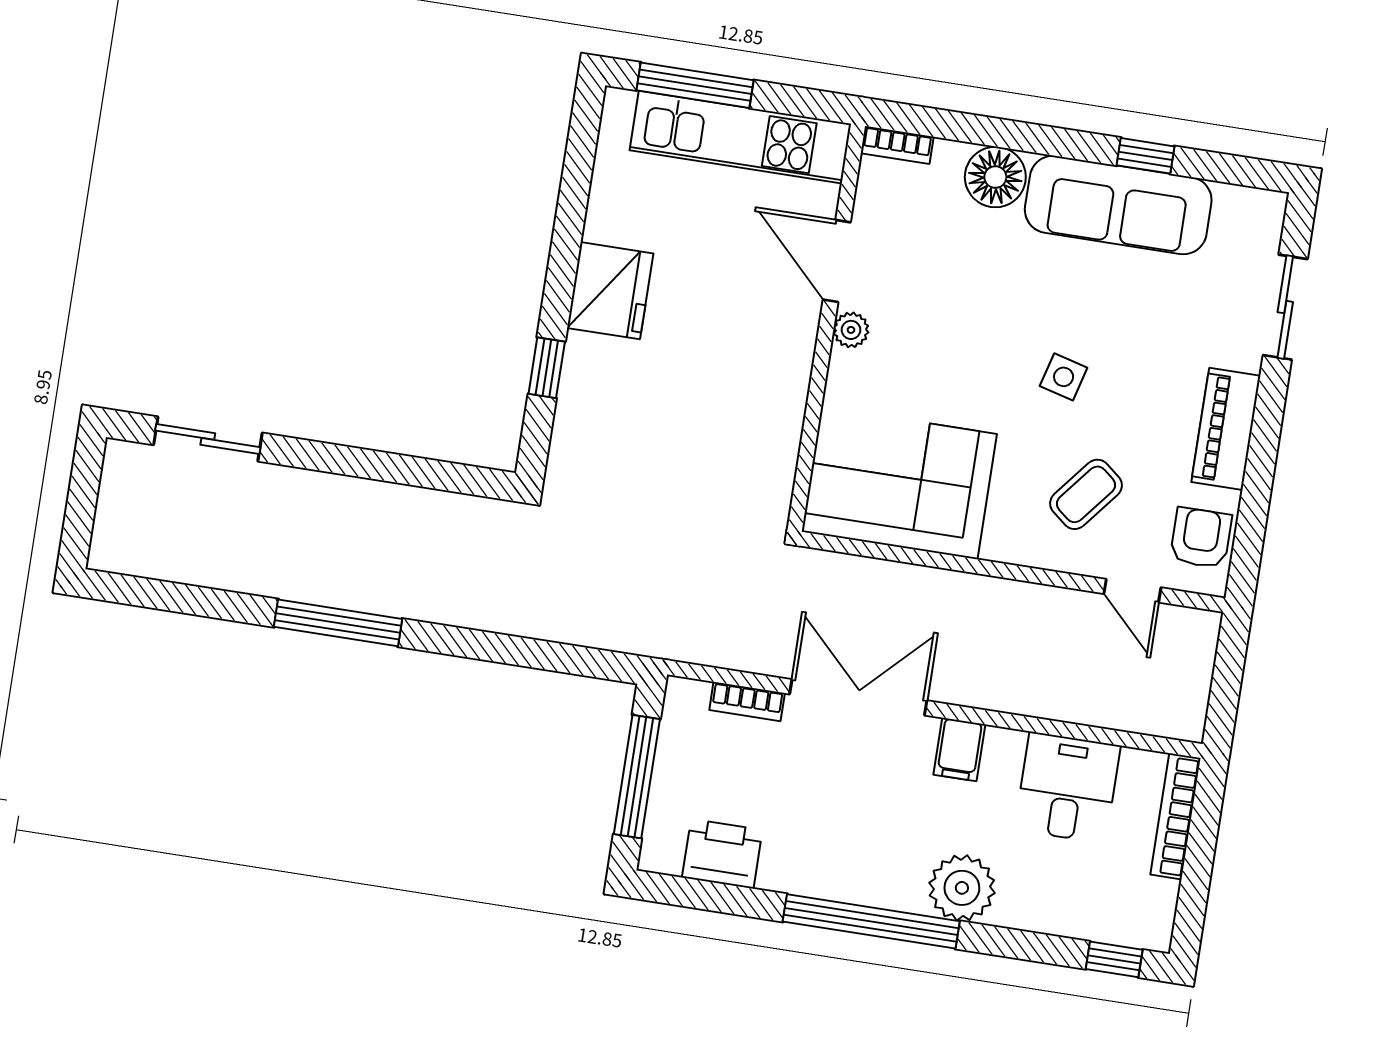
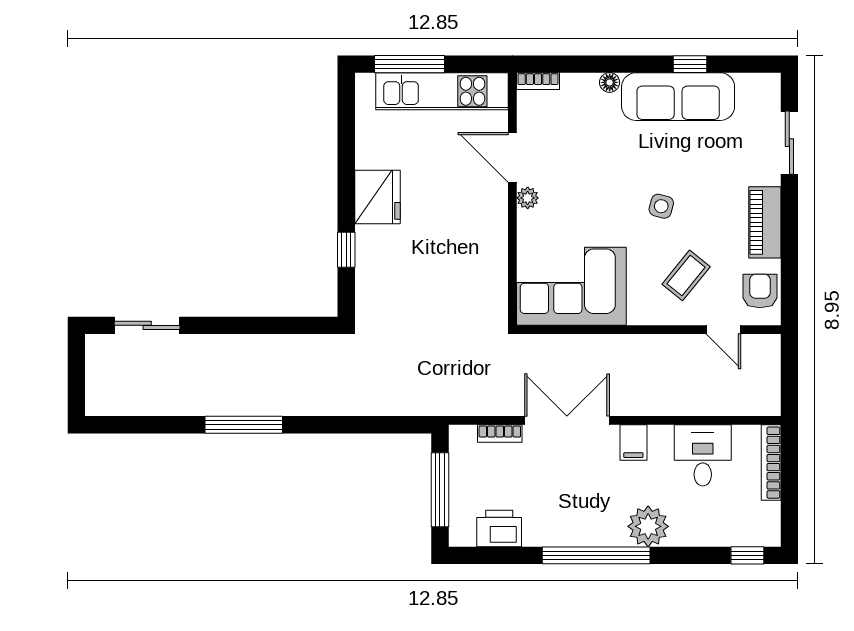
floor lamp: (995, 177) -> (610, 82), width x0.53, depth x0.53

